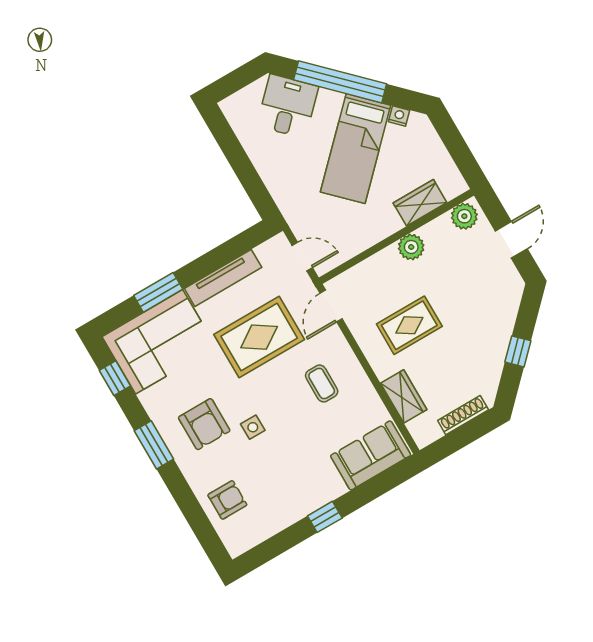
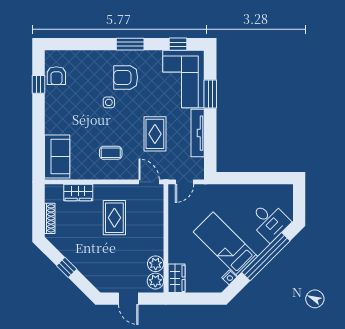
wardrobe: (420, 203) -> (176, 278), moved
plant: (411, 247) -> (156, 264), moved
rug: (259, 337) -> (155, 134), width x0.73, depth x0.70
armchair: (227, 500) -> (56, 76), moved
window: (325, 517) -> (39, 84), moved

